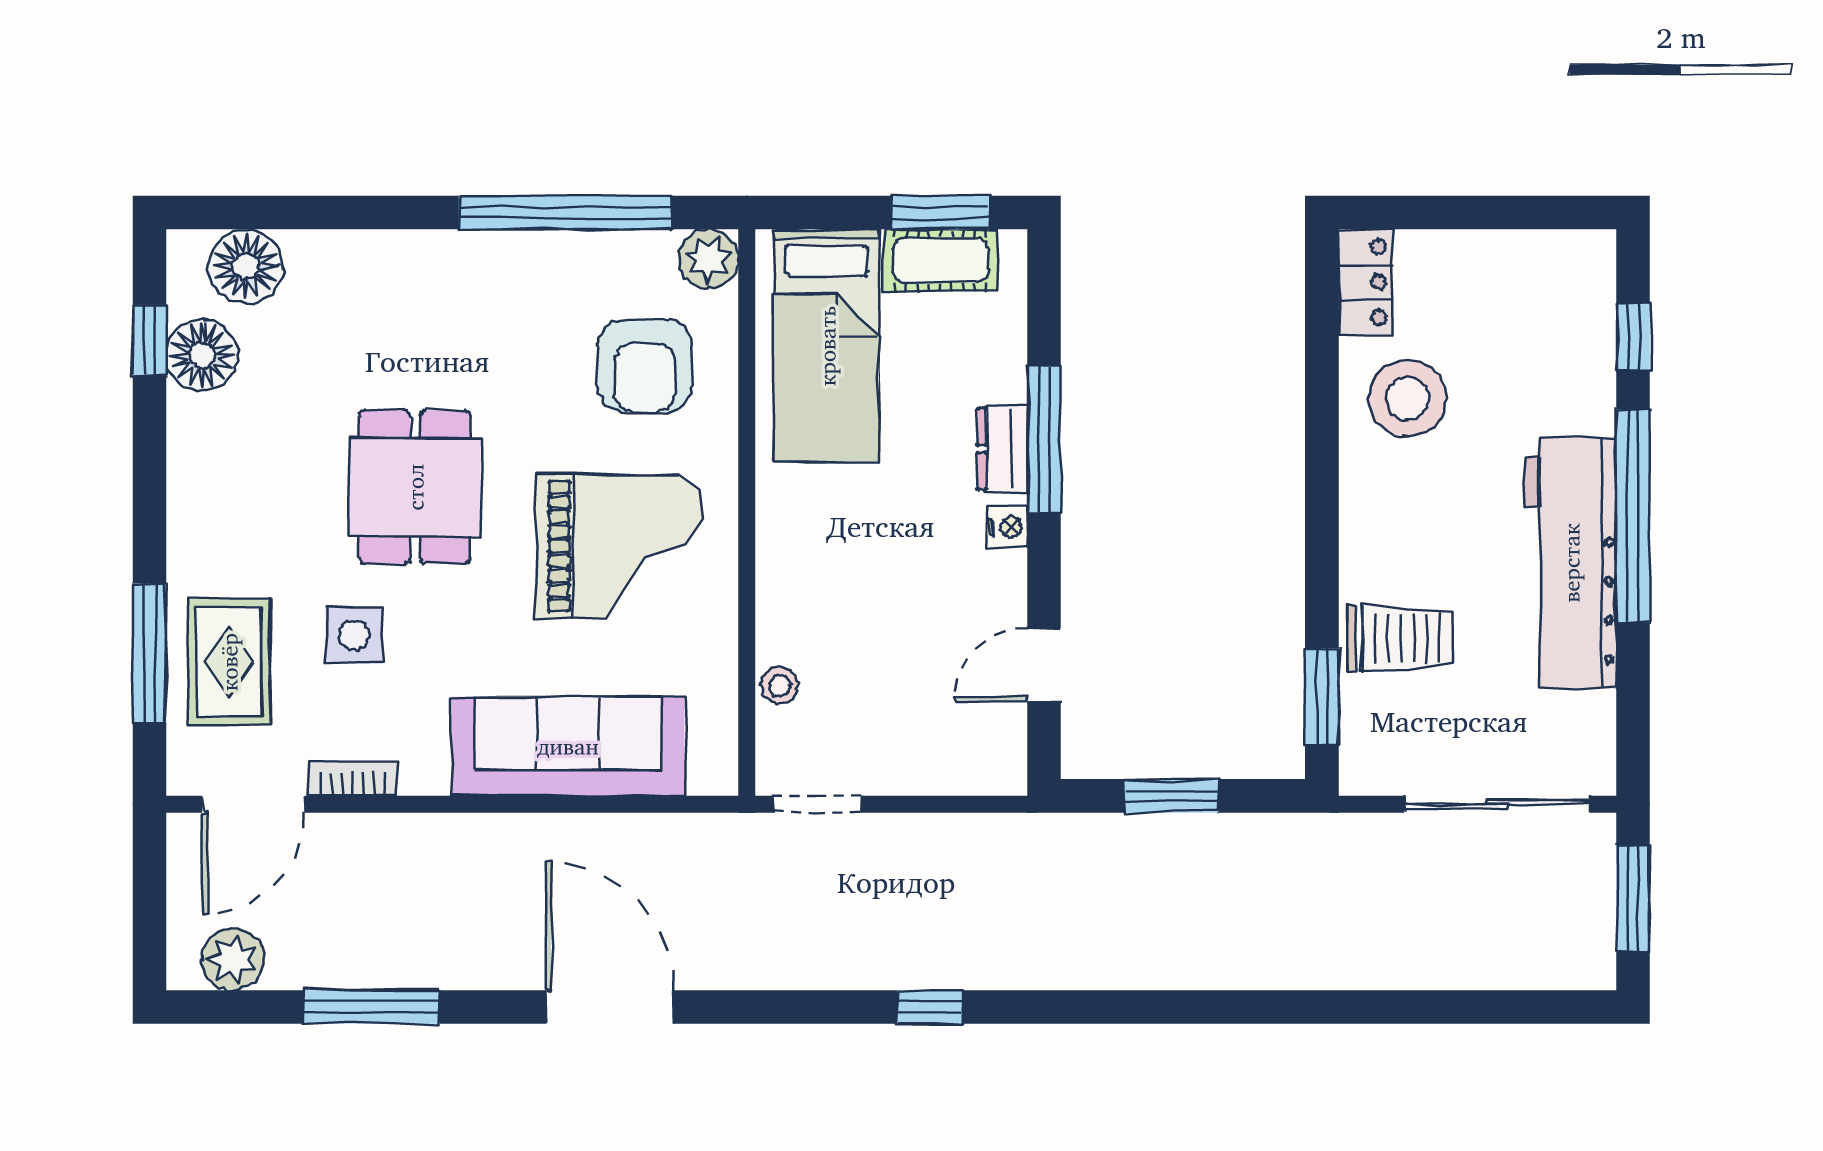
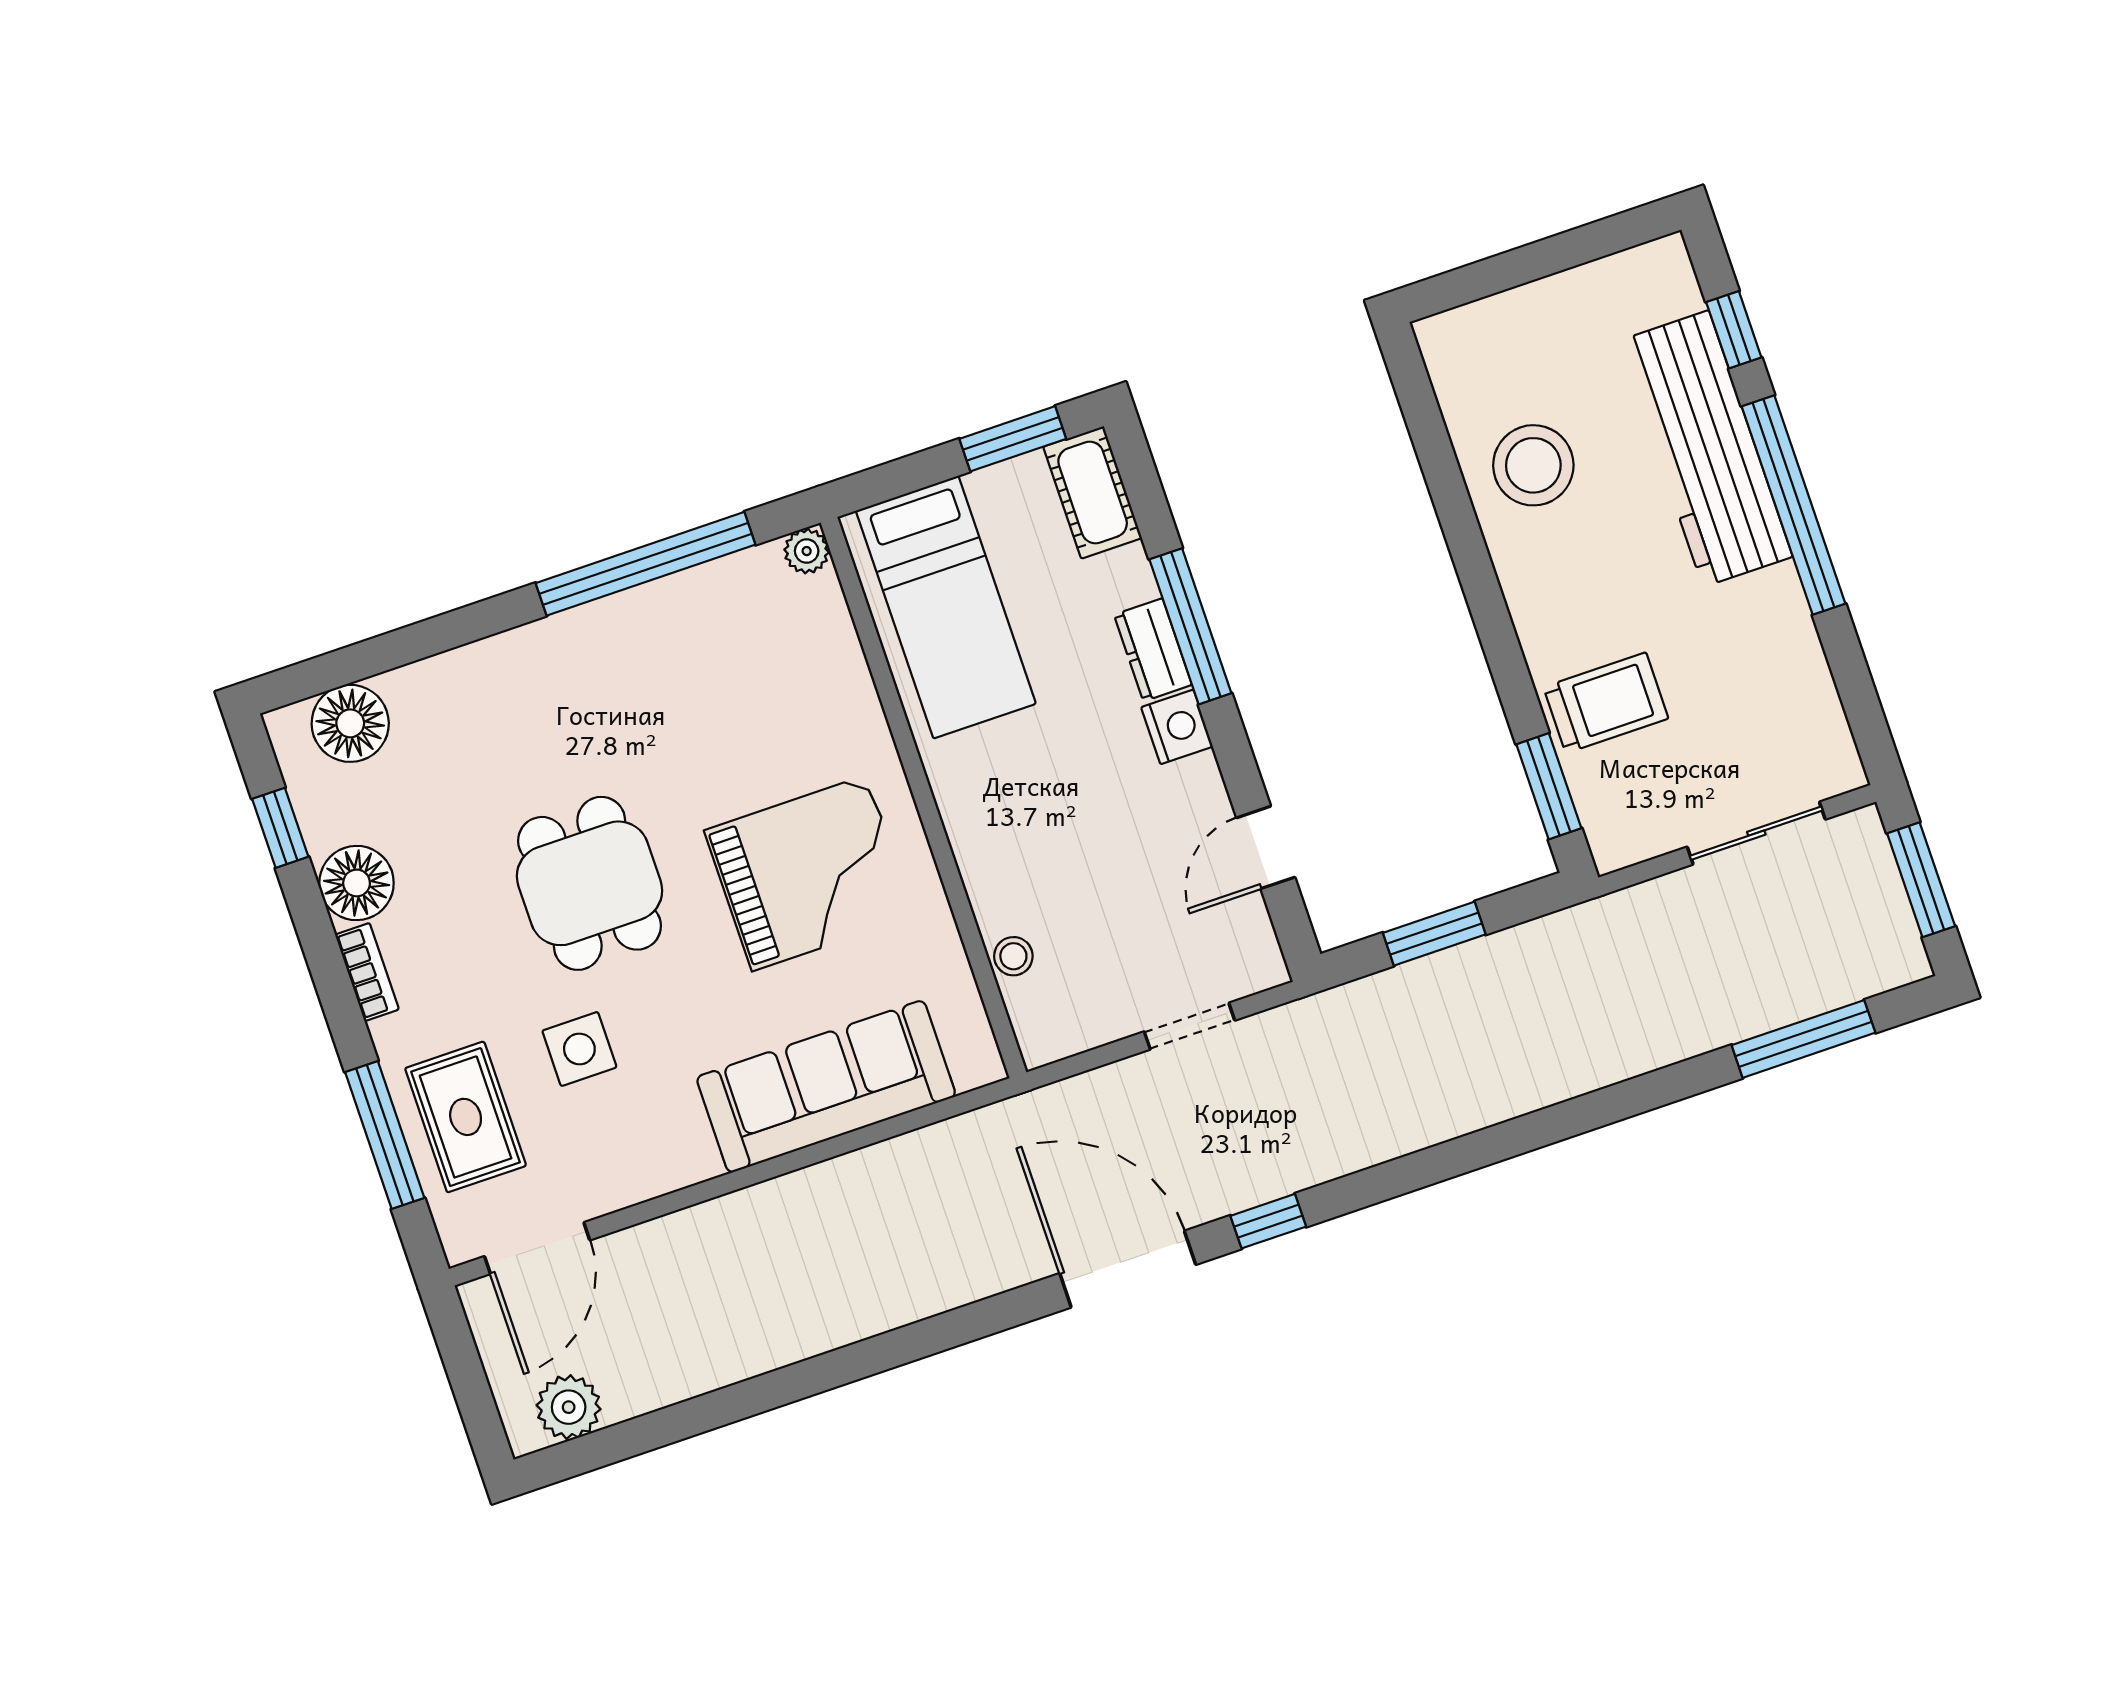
plant: (709, 259) -> (807, 551), width x0.73, depth x0.73
cot: (941, 260) -> (1093, 492), moved, turned 90
locker: (1365, 282) -> (1453, 365), removed
floor lamp: (202, 355) -> (357, 883), moved
armchair: (645, 366) -> (774, 688), removed
nightstand: (1008, 527) -> (1177, 727), width x1.39, depth x1.35
workbench: (1571, 563) -> (1706, 449), moved
bookcase: (353, 778) -> (367, 972), moved, turned 90
doorway: (817, 804) -> (1190, 1026), moved
sliding door: (1497, 804) -> (1756, 833), width x0.73
window: (372, 1007) -> (1803, 1039), moved
door: (610, 1007) -> (1128, 1269), moved

